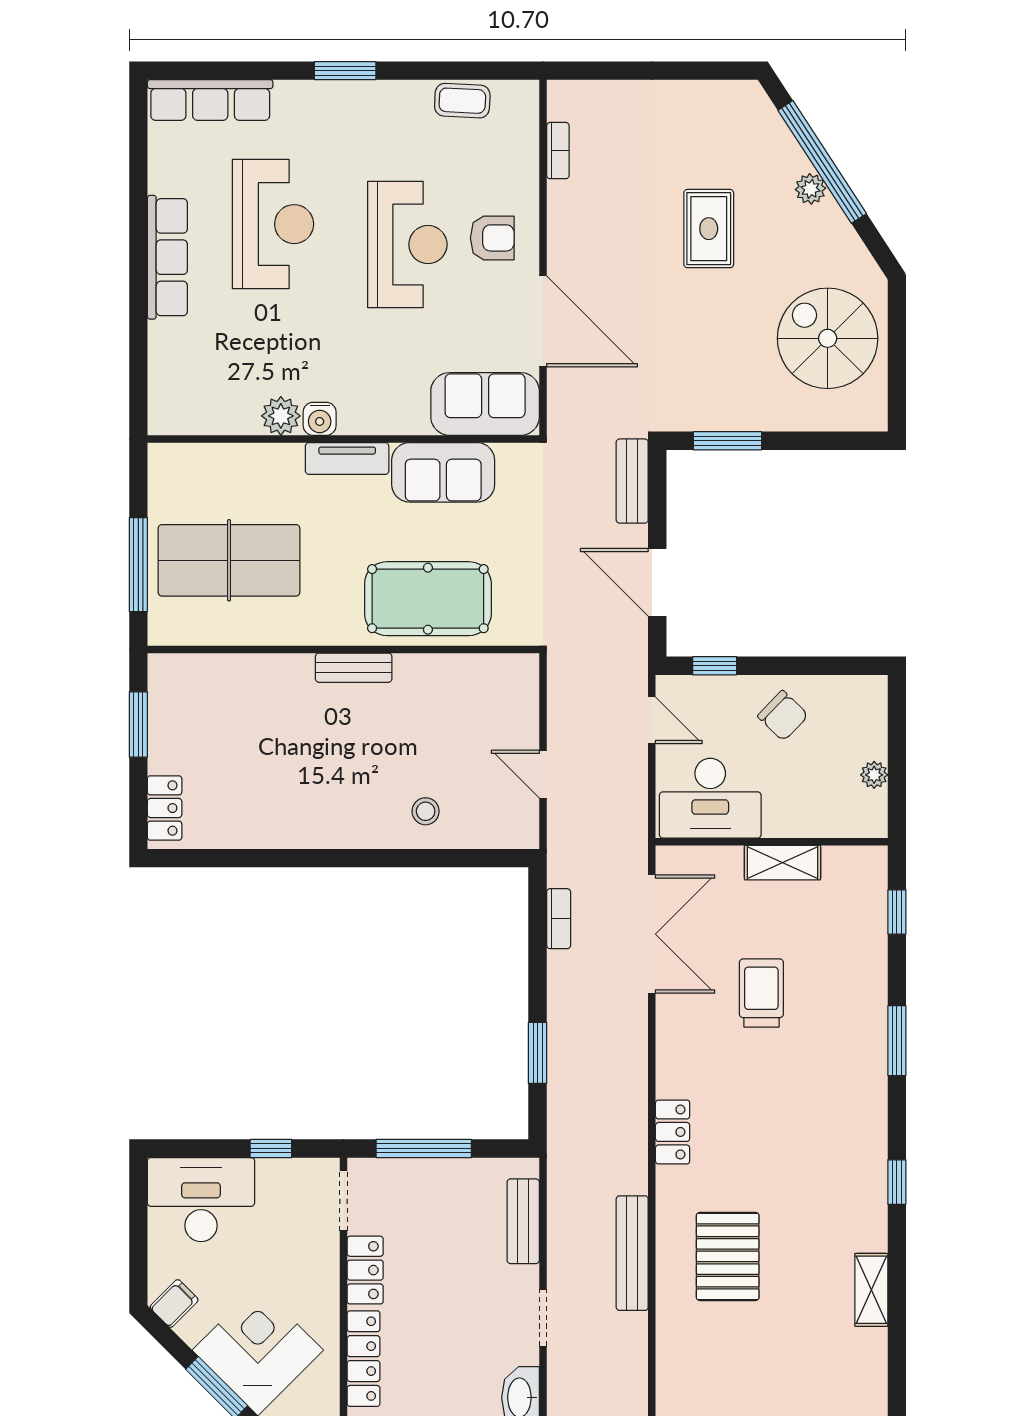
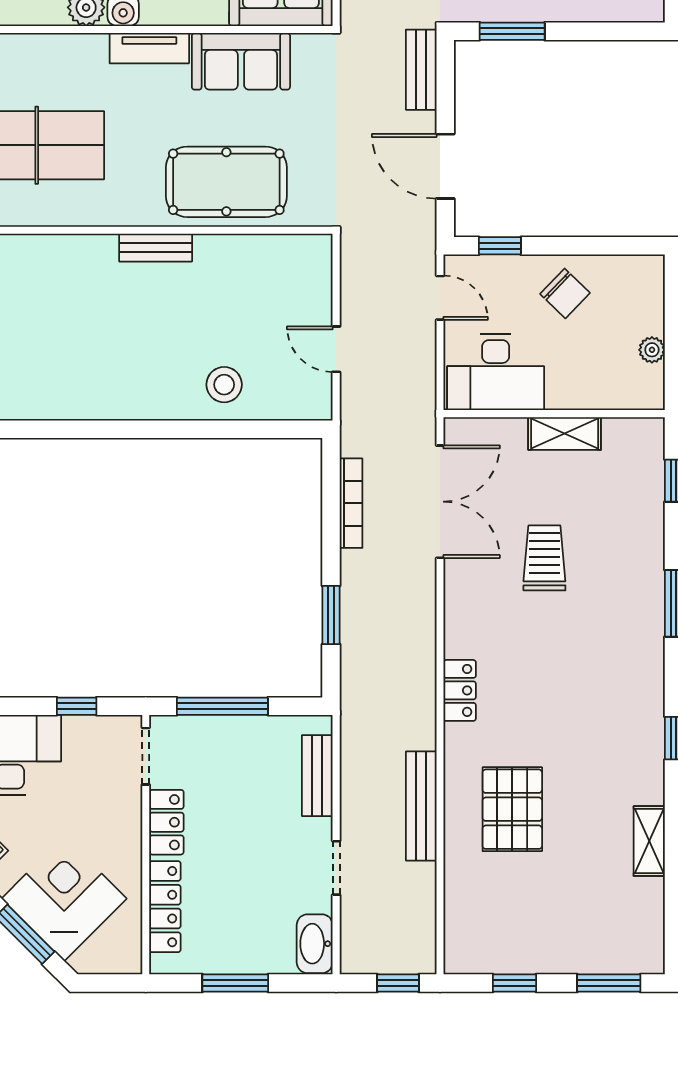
stool: (426, 811) -> (224, 385), width x1.37, depth x1.37
bookcase: (559, 919) -> (351, 503), width x1.56

